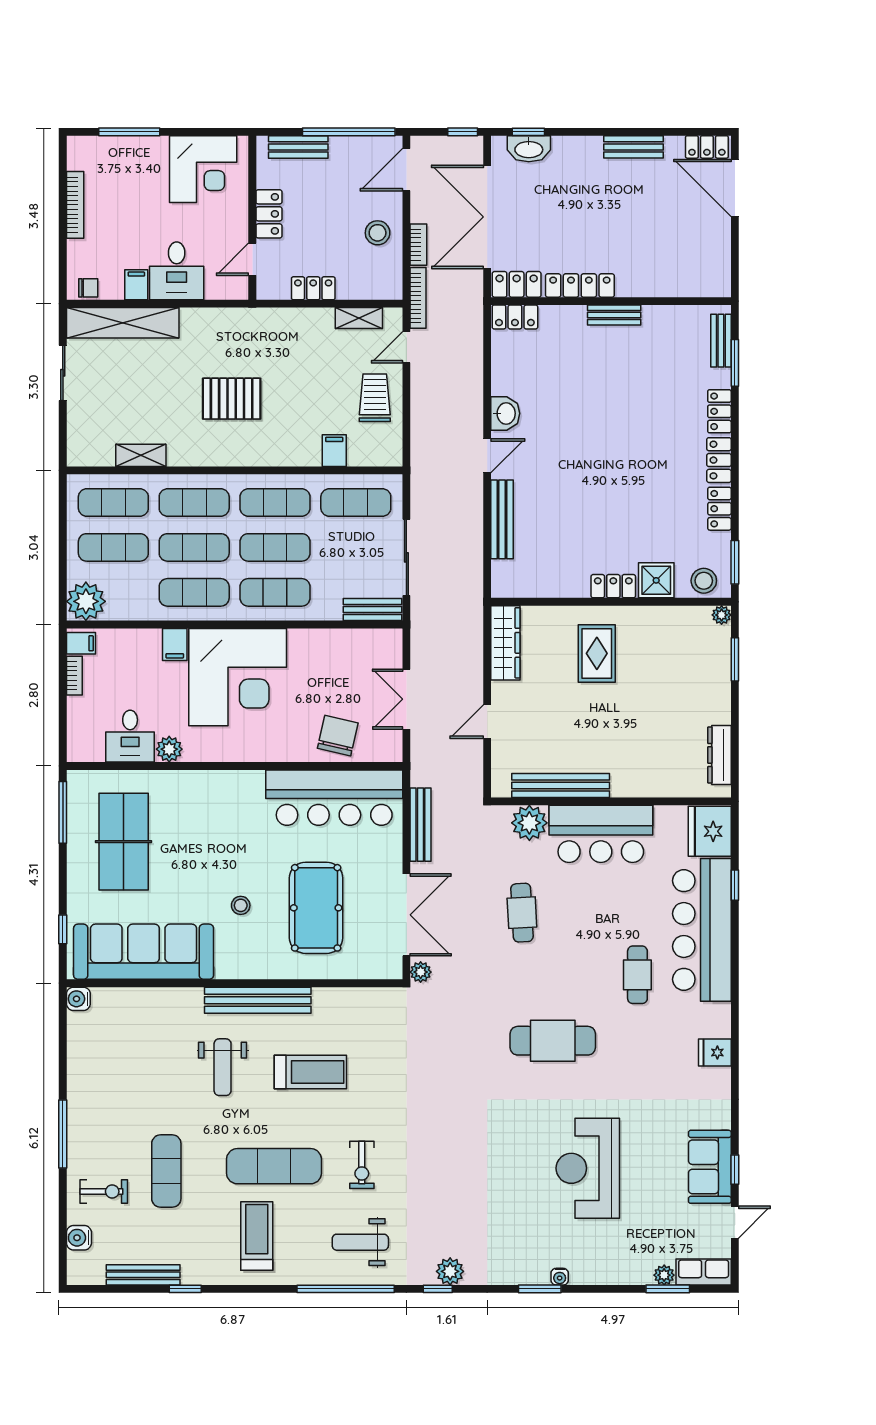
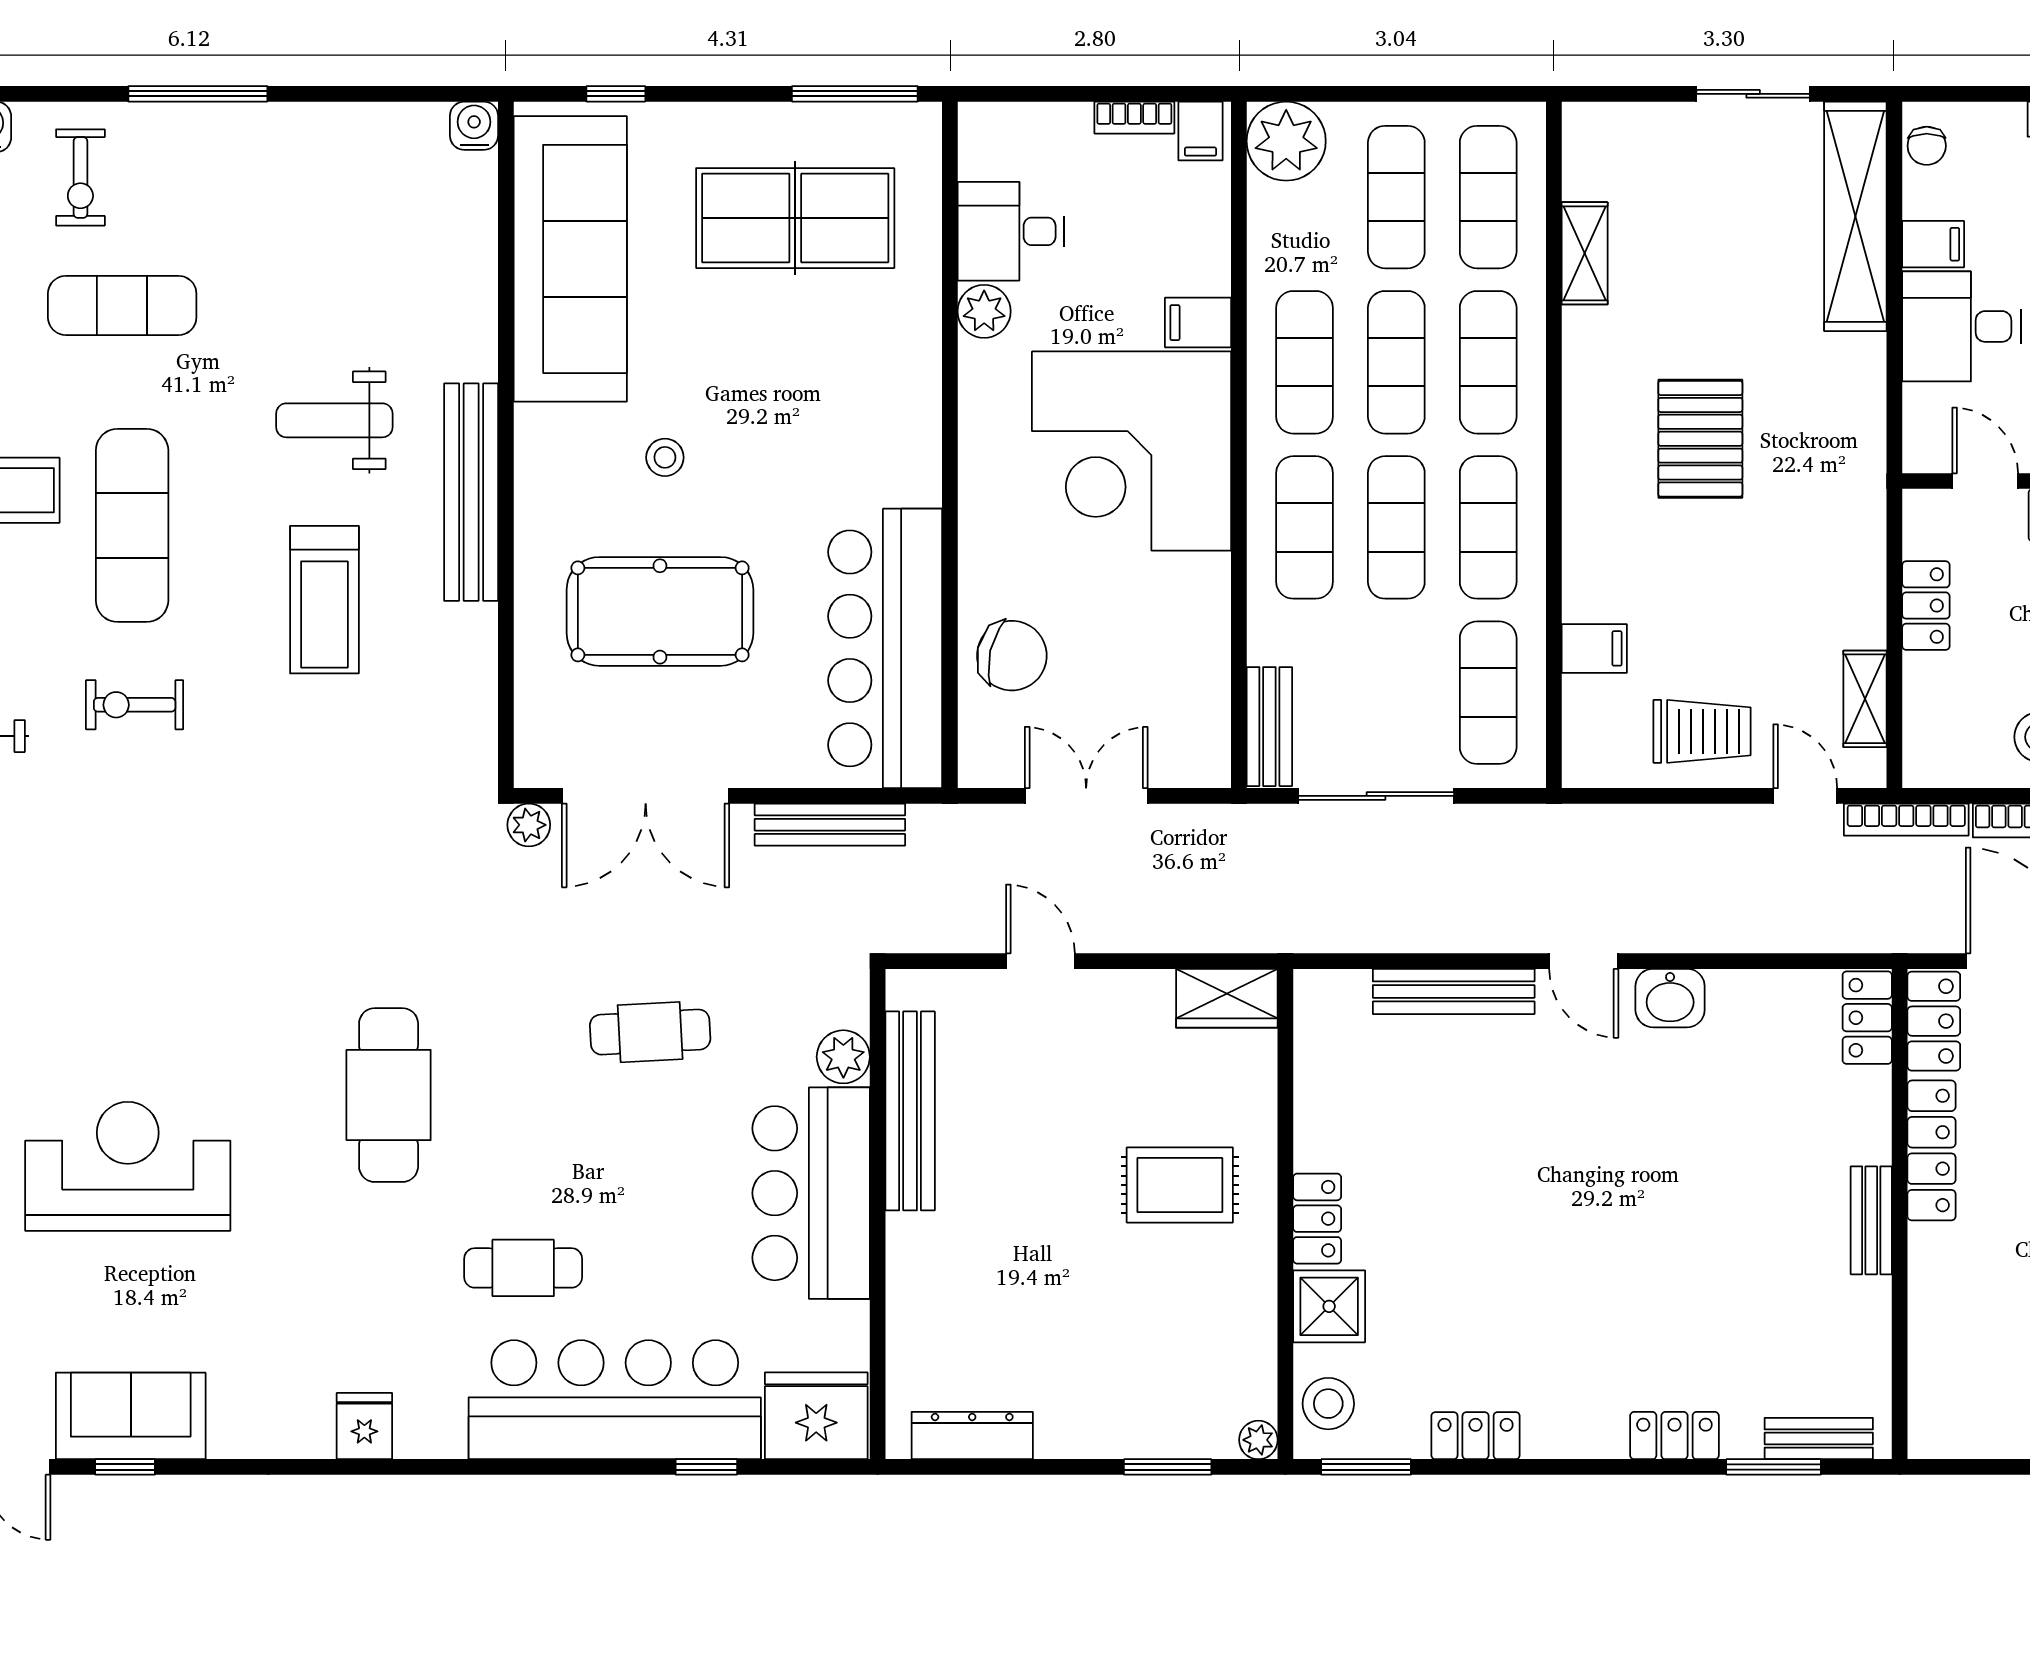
locker: (719, 460) -> (1575, 1435), removed
wardrobe: (505, 643) -> (1227, 998), width x0.67
plant: (529, 823) -> (843, 1057), width x0.73, depth x0.73

